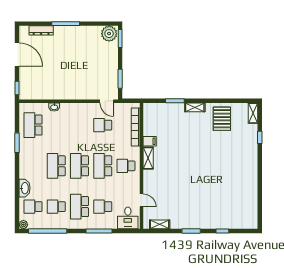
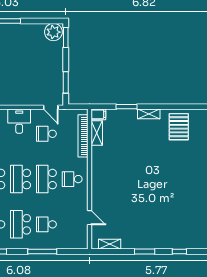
filing cabinet: (150, 141) -> (98, 114), moved
shelving: (148, 158) -> (97, 133), moved
desk: (128, 218) -> (19, 121), moved, turned 180

